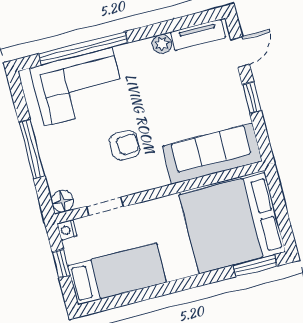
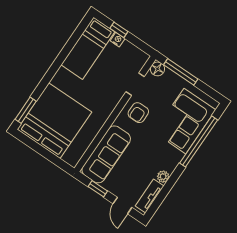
sofa: (212, 154) -> (106, 154), moved
wall: (160, 192) -> (115, 114), moved
floor lamp: (62, 201) -> (158, 69), moved
doorway: (105, 206) -> (135, 84), moved
nightstand: (67, 230) -> (118, 40), moved

